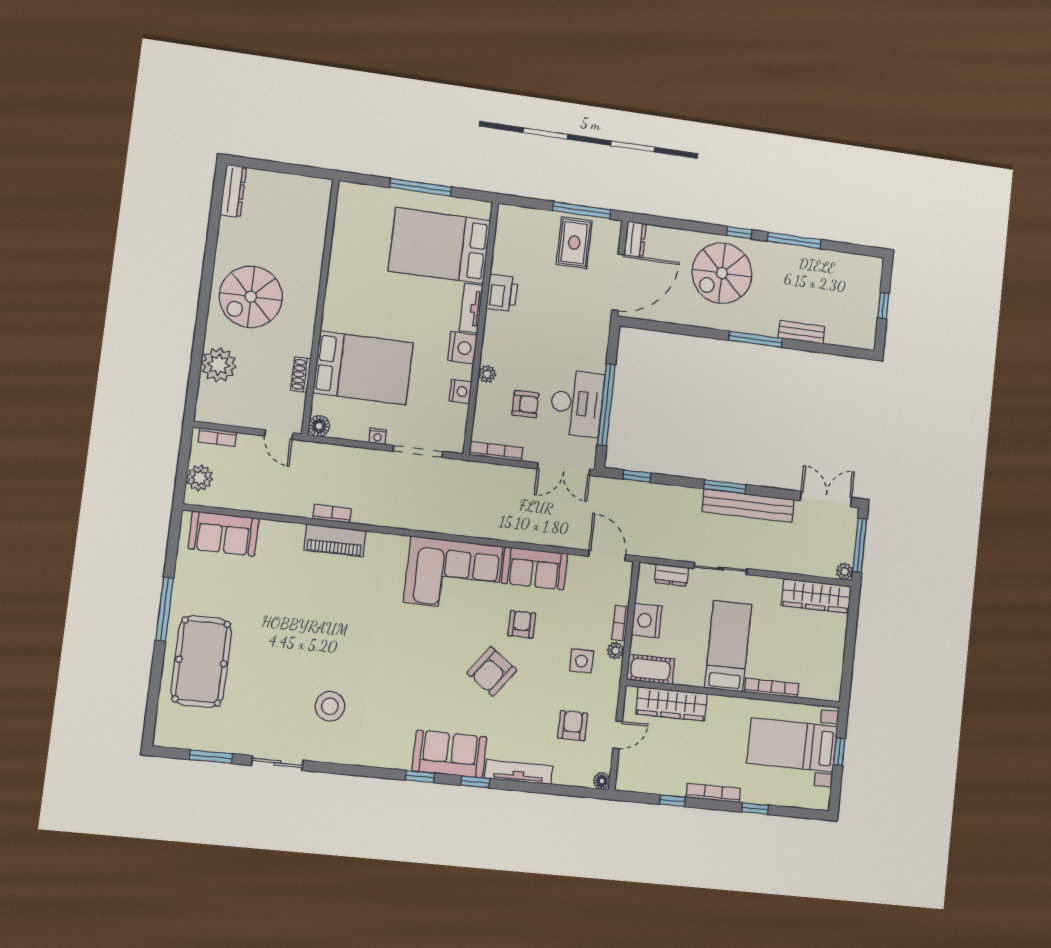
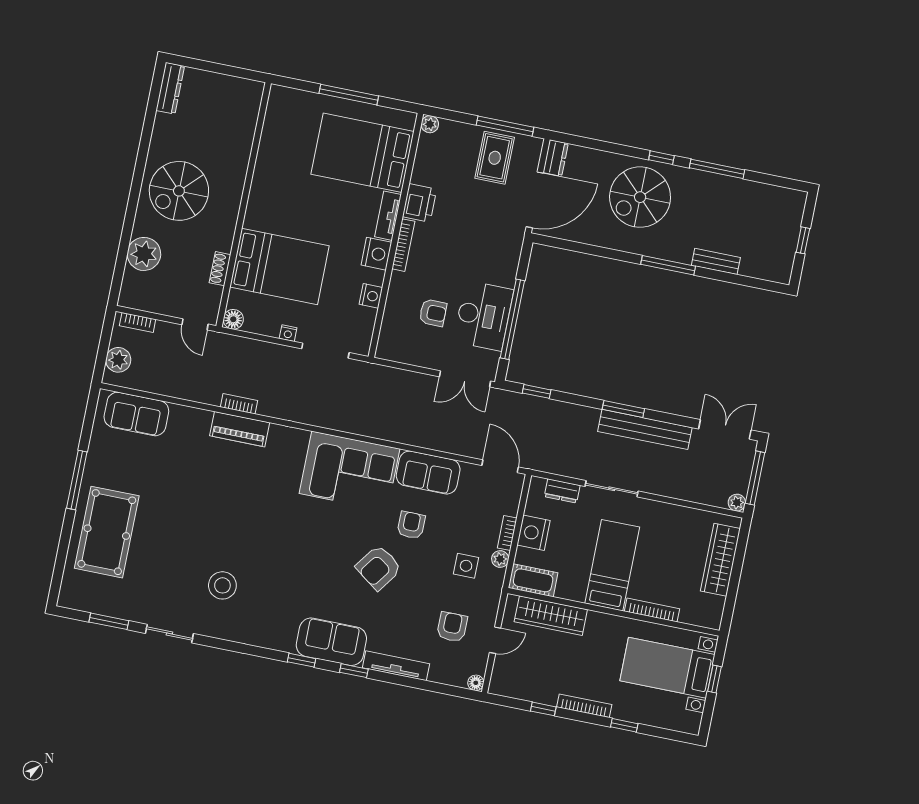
plant: (487, 374) -> (430, 124), moved
bookcase: (496, 451) -> (403, 245), moved, turned 90
wardrobe: (816, 596) -> (720, 560), moved, turned 90

